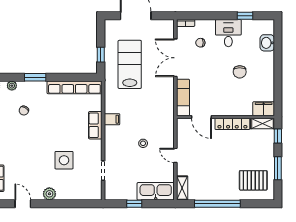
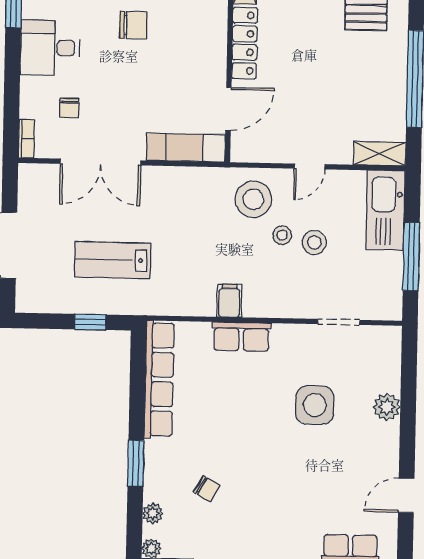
lab bench: (130, 64) -> (113, 260), width x0.73, depth x0.72
stool: (160, 130) -> (253, 199), added
stool: (140, 158) -> (314, 242), added
plant: (49, 194) -> (387, 407), moved
window: (134, 204) -> (411, 257), width x2.17

